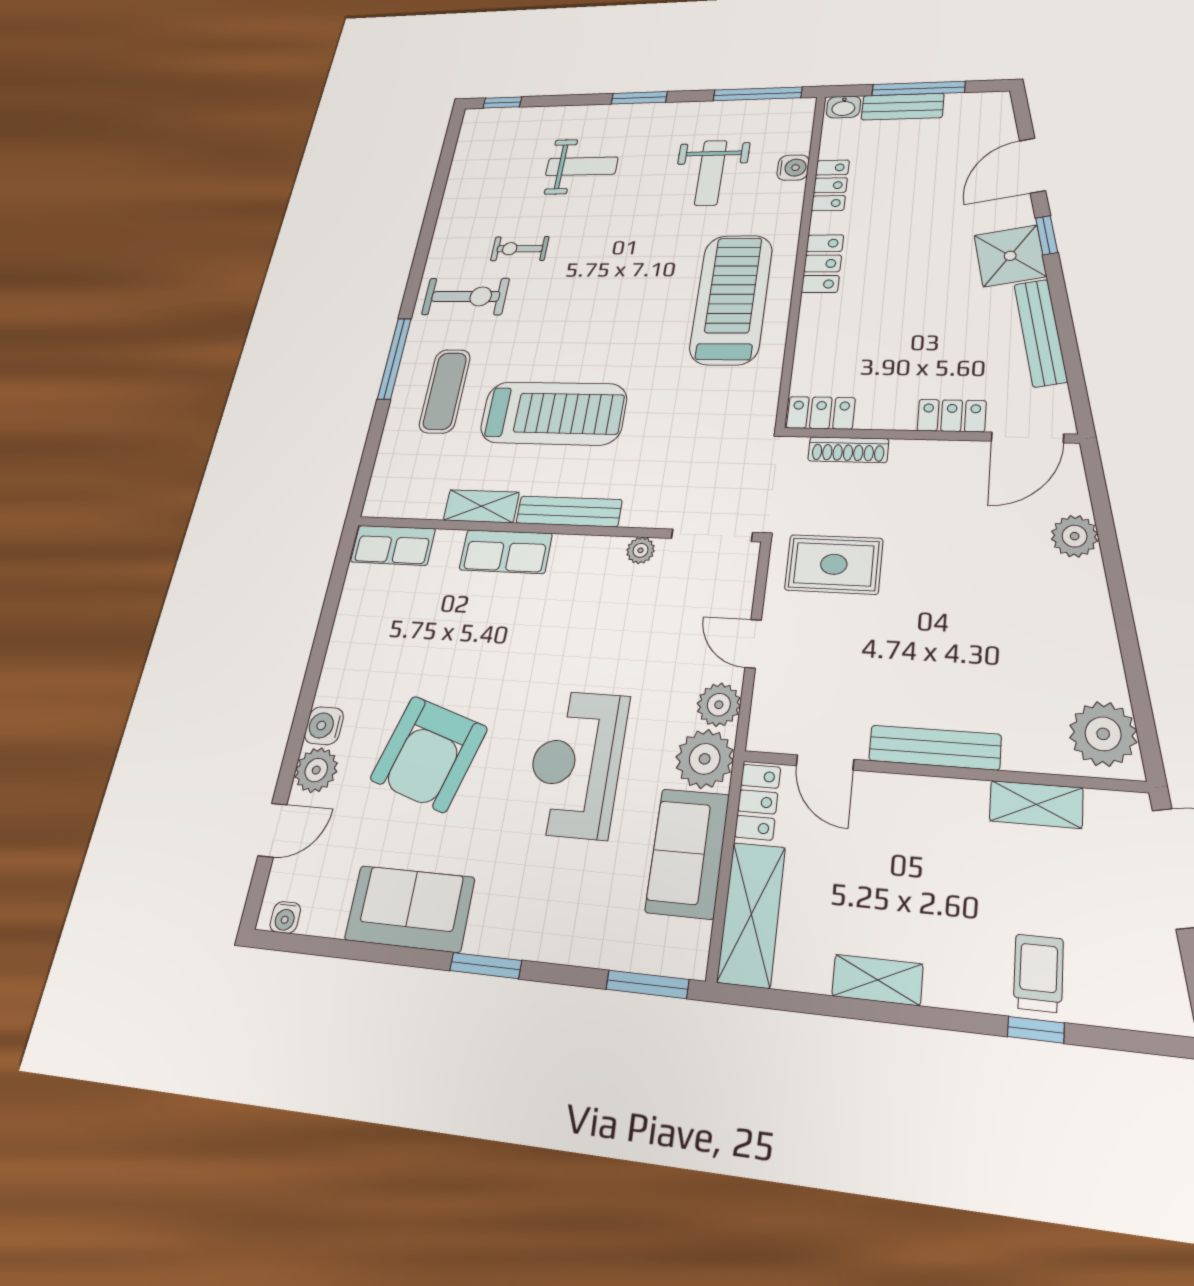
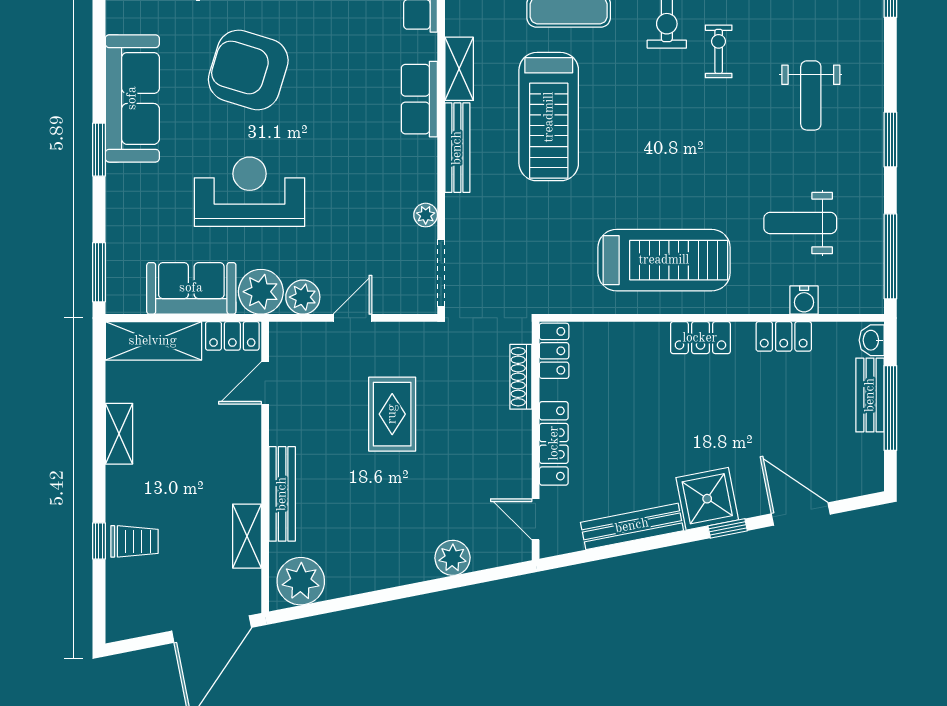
locker: (952, 416) -> (554, 443), width x1.53
door: (1027, 437) -> (536, 519), width x0.73
rug: (834, 564) -> (392, 414), moved
bench: (935, 748) -> (282, 494), moved
sofa: (410, 909) -> (132, 98), width x1.36

